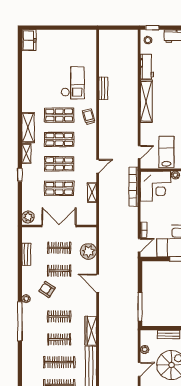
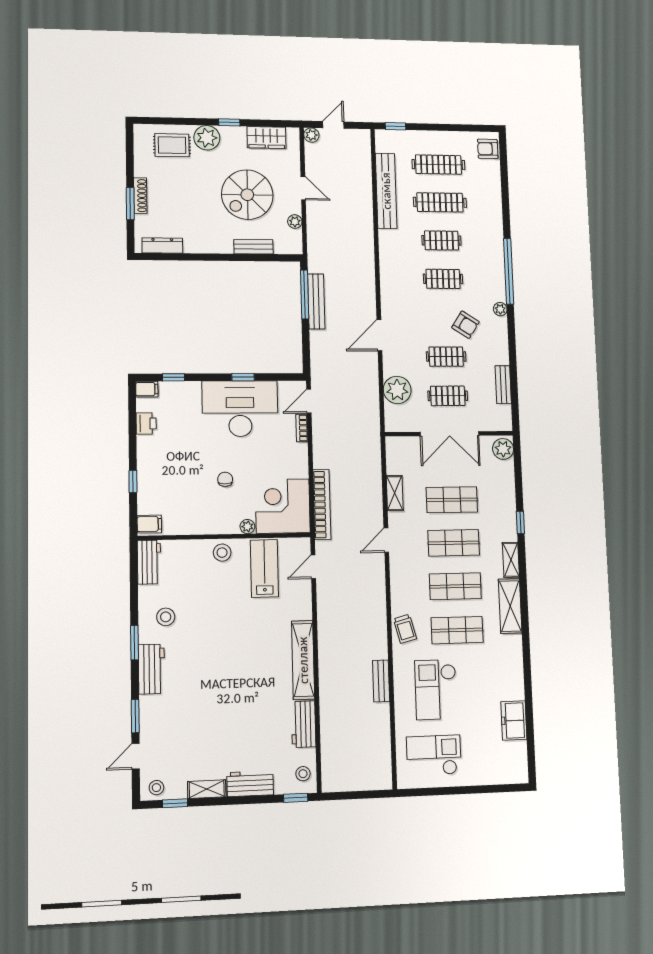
freezer: (29, 40) -> (514, 720), moved
checkout: (75, 47) -> (434, 755), added
lab bench: (166, 152) -> (264, 568), turned 180
door: (98, 283) -> (379, 335), swing flipped
bench: (133, 303) -> (316, 302), added
wardrobe: (91, 331) -> (388, 254), removed
door: (139, 369) -> (303, 188), swing flipped

